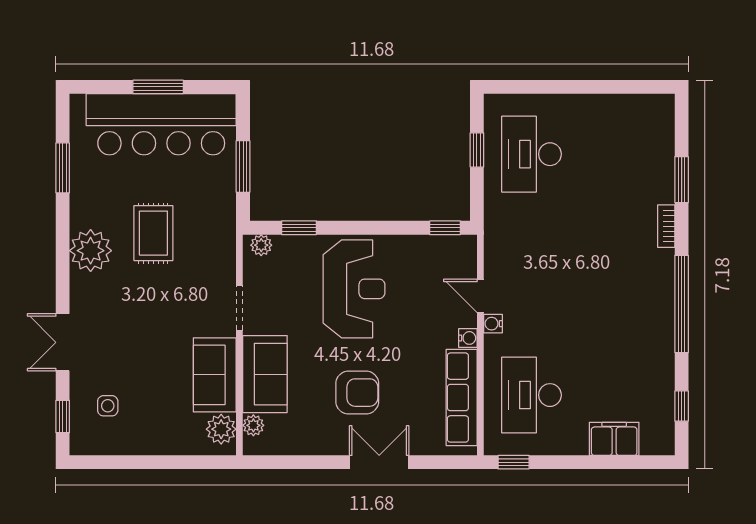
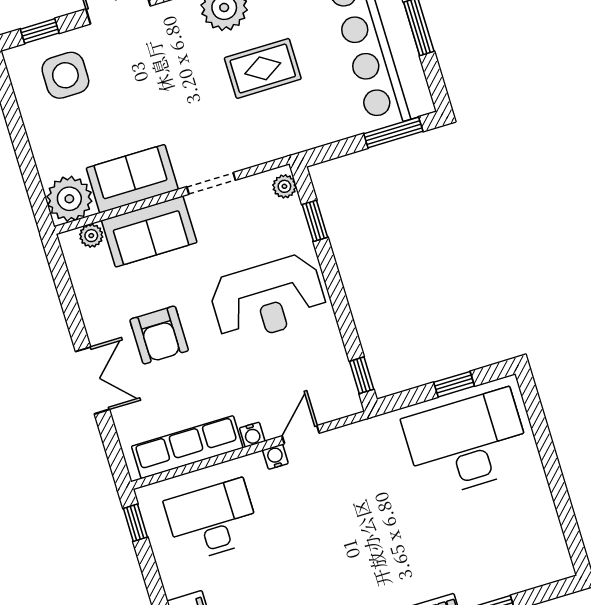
desk: (532, 154) -> (467, 443), width x1.36, depth x1.30
window: (243, 166) -> (393, 132), moved
side table: (108, 406) -> (65, 75), width x1.87, depth x1.87
plant: (221, 429) -> (69, 199), width x1.36, depth x1.36

